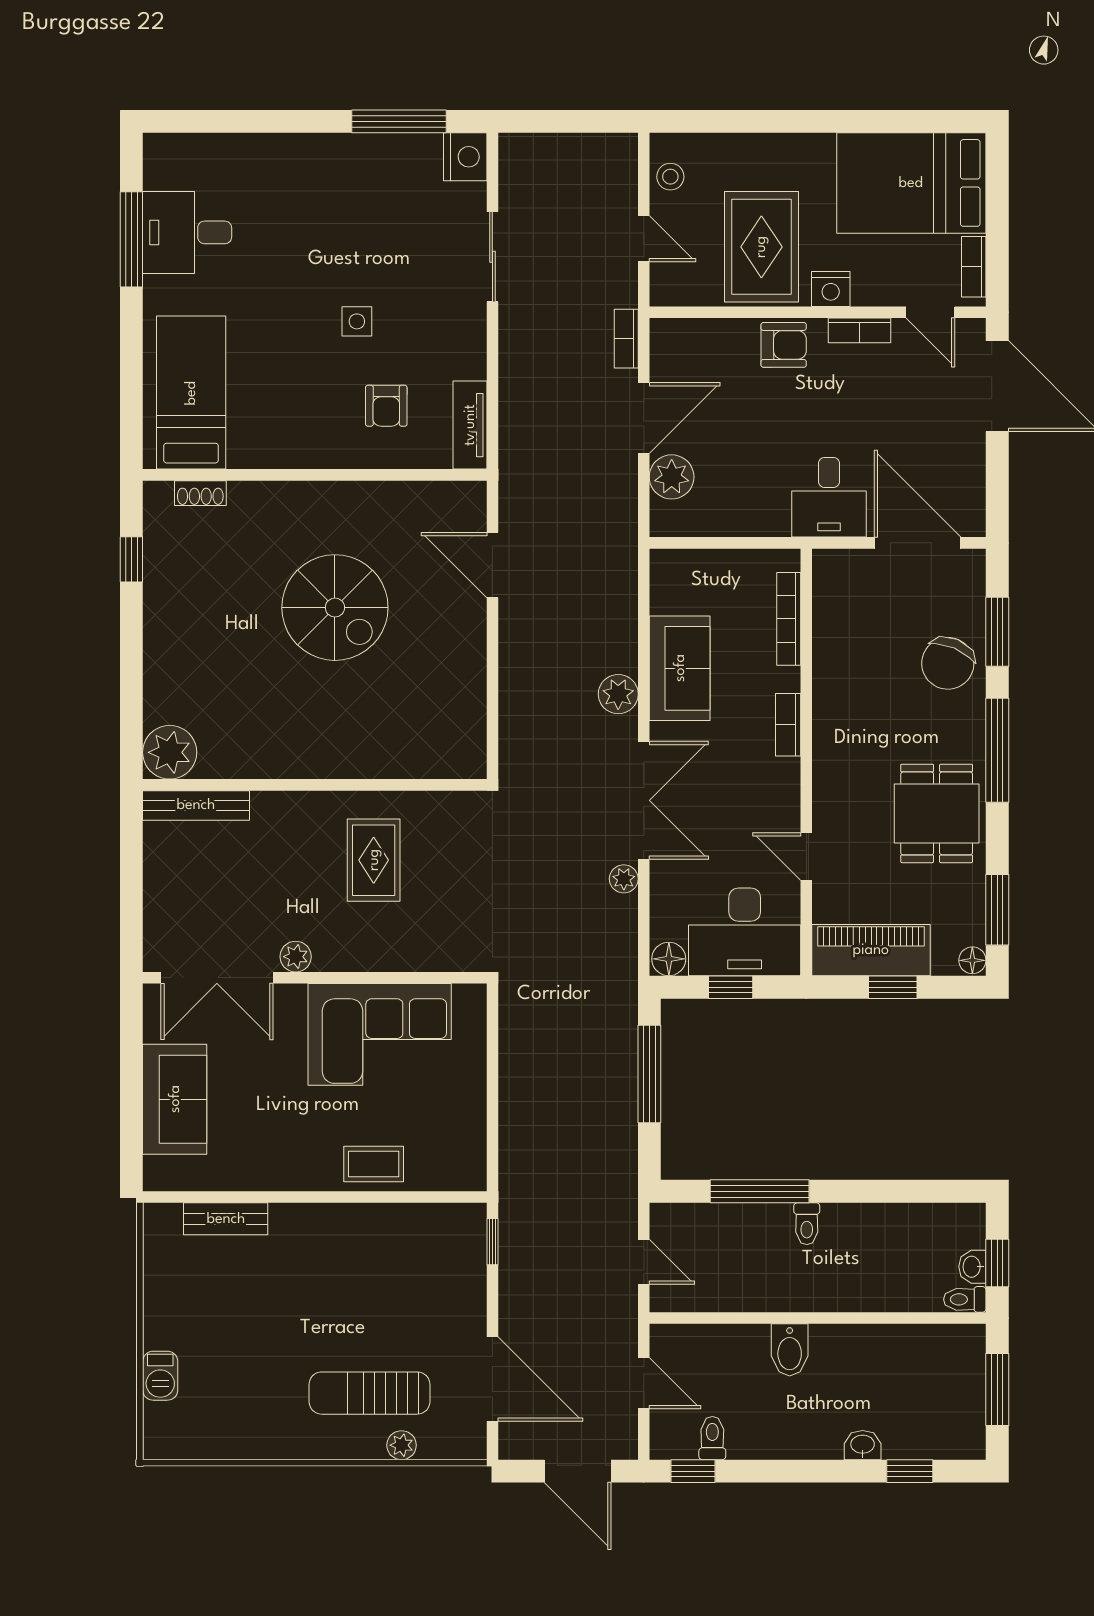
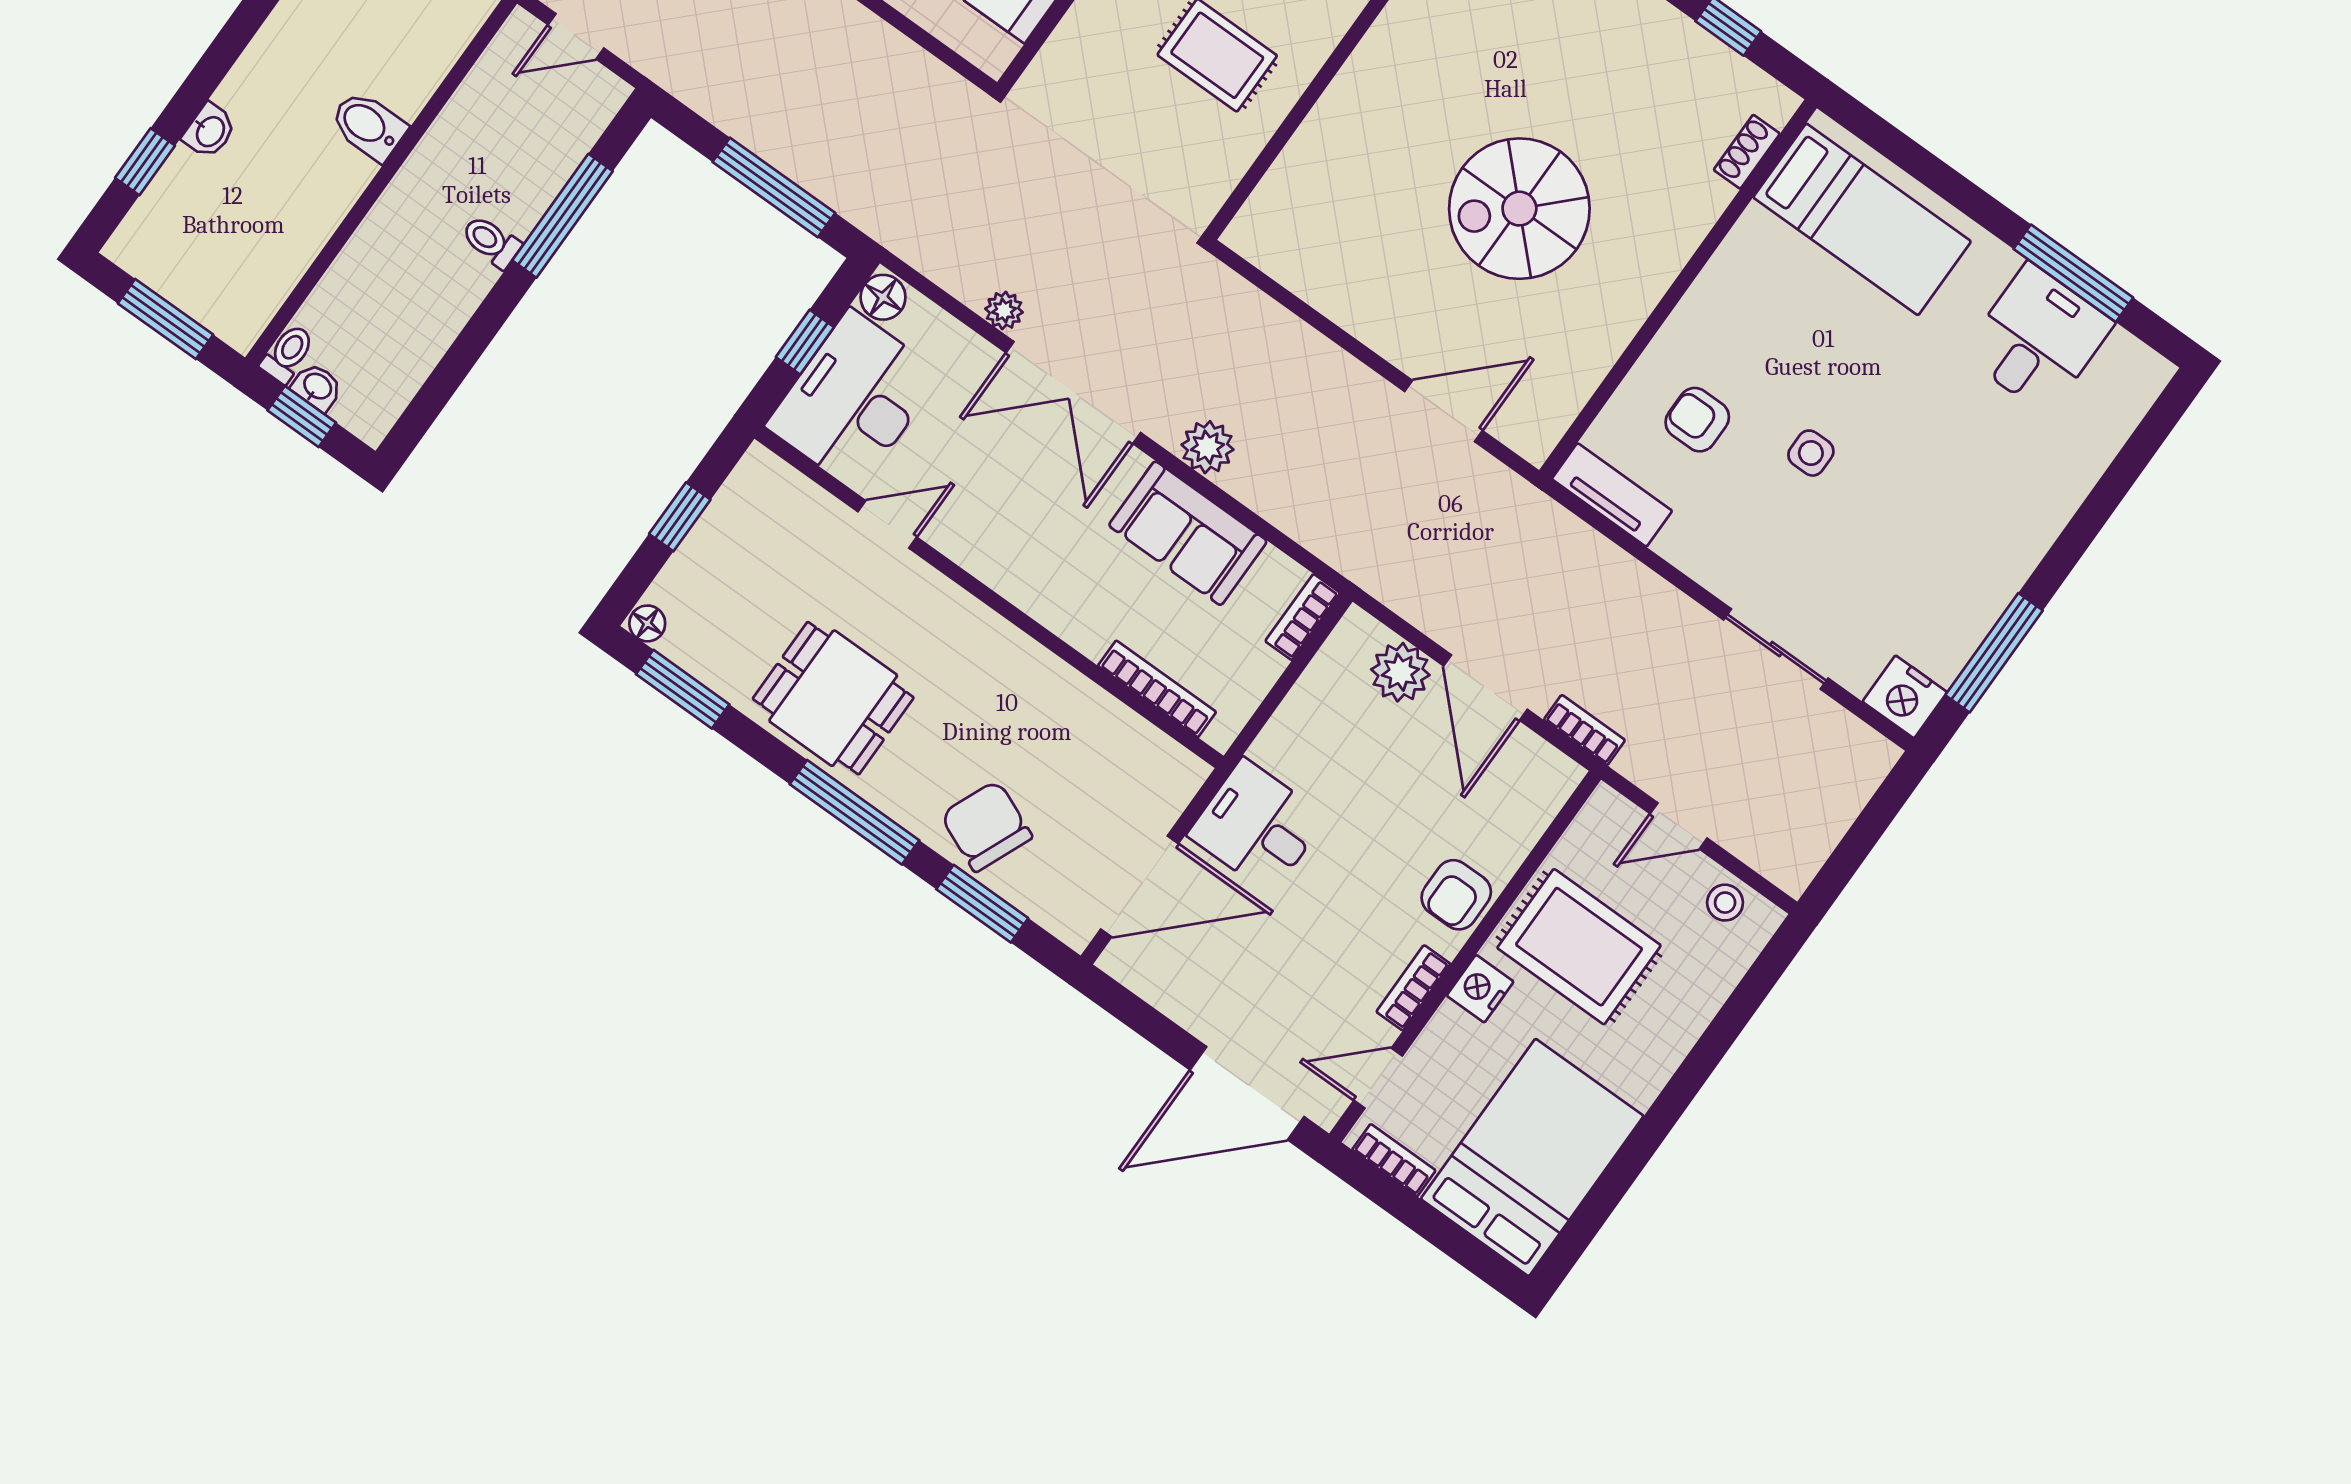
bookcase: (788, 725) -> (1303, 617), moved, turned -90
piano: (871, 950) -> (736, 522), removed

